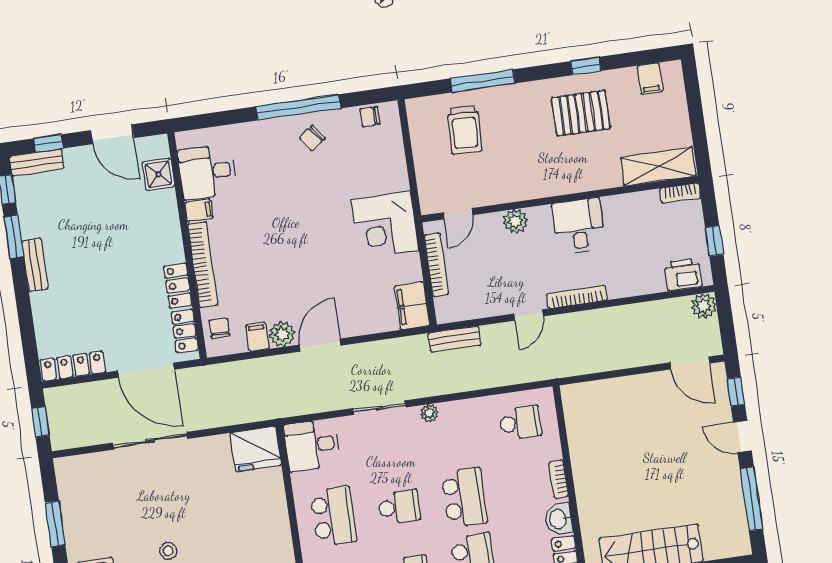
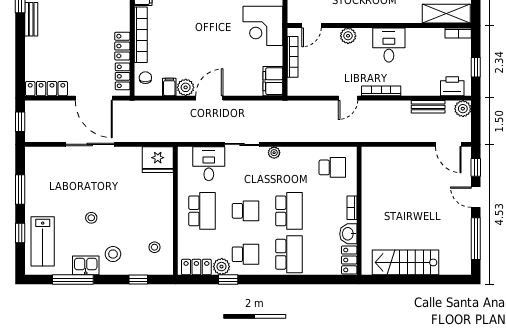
bench: (454, 339) -> (428, 107), moved
desk: (312, 445) -> (209, 164), moved, turned 90

